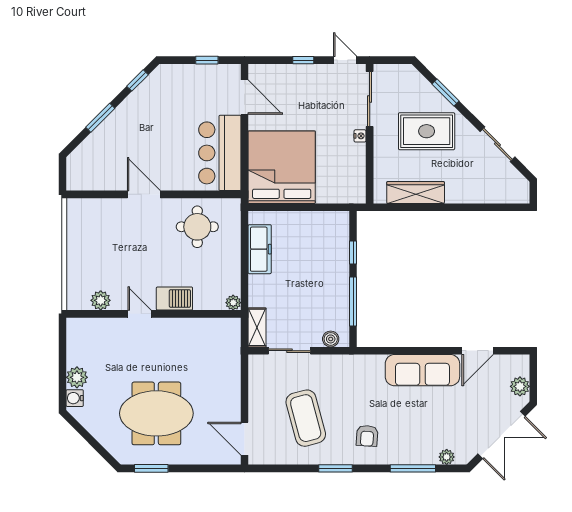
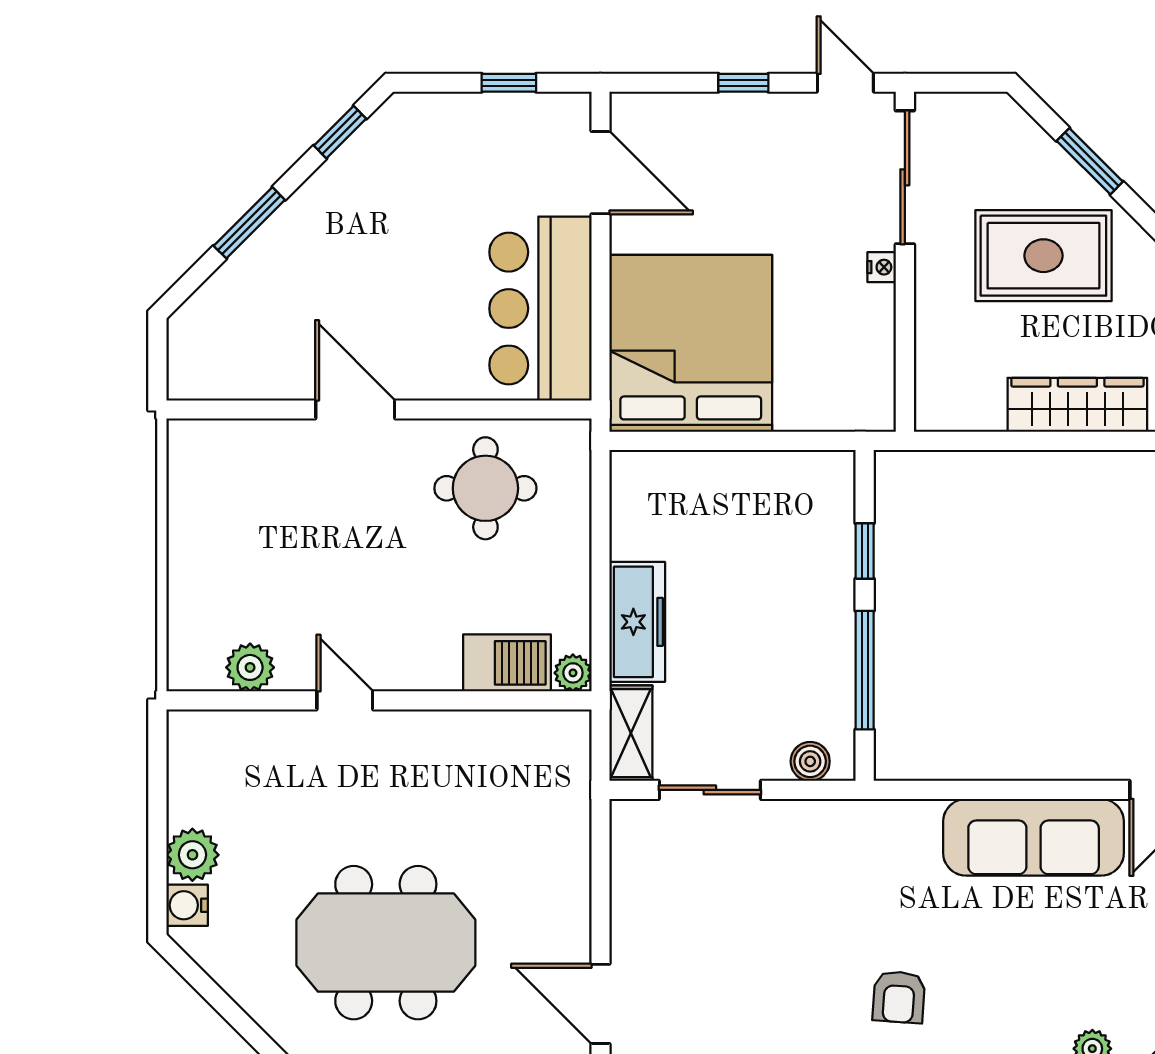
wardrobe: (416, 192) -> (1077, 405), moved
freezer: (260, 249) -> (637, 622), moved
barbecue: (174, 299) -> (507, 663), moved
coffee table: (306, 418) -> (749, 954), removed

